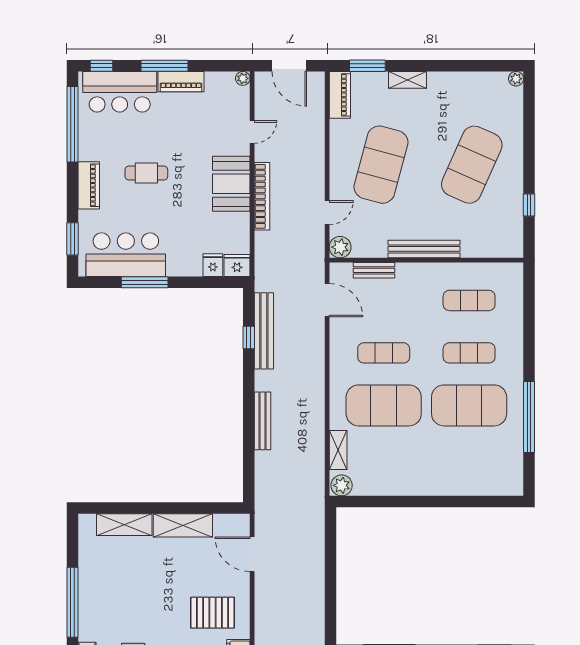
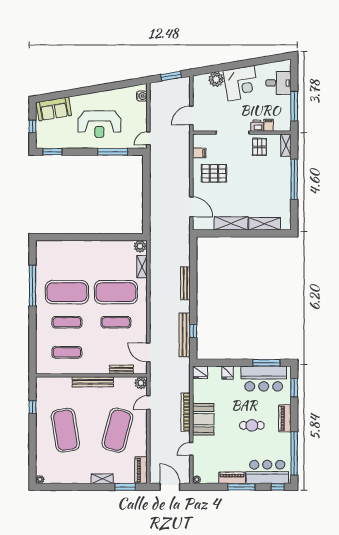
exercise mat: (472, 165) -> (65, 430), turned -33
fridge: (213, 265) -> (228, 373), moved
window: (145, 282) -> (267, 363), moved

